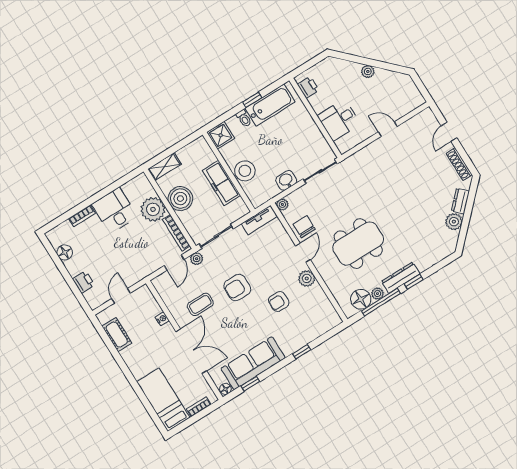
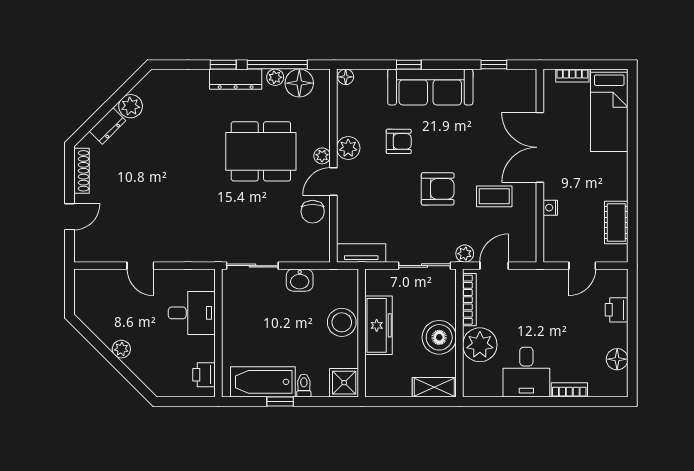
plant: (282, 205) -> (322, 156), moved
sofa: (253, 363) -> (430, 87), moved
floor lamp: (225, 389) -> (346, 77), moved

